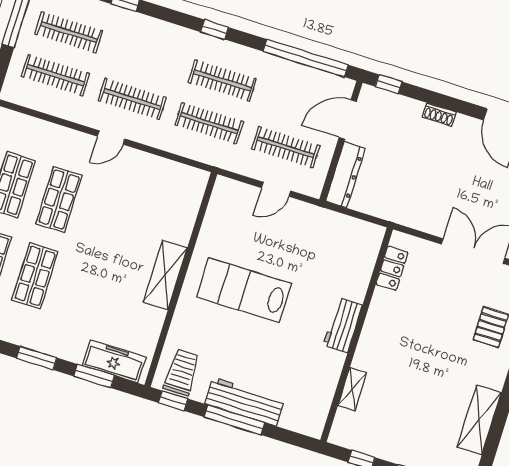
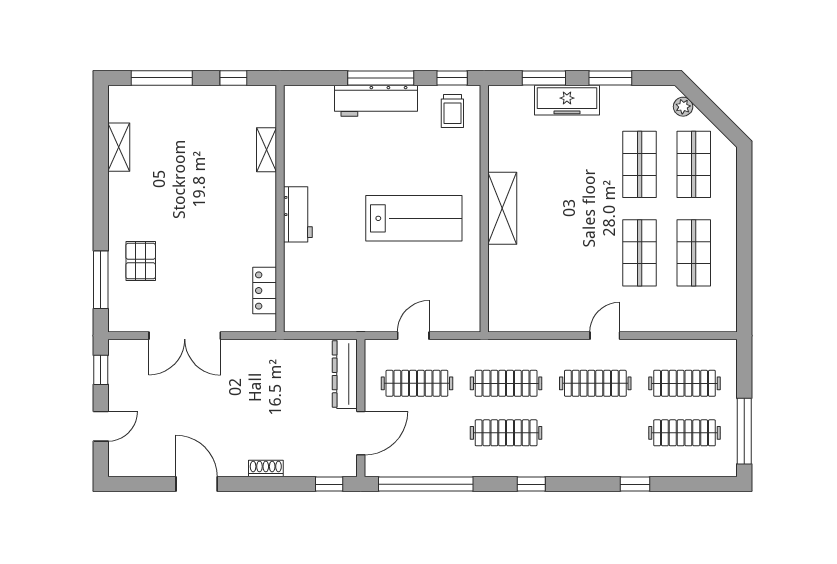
freezer: (114, 361) -> (567, 100), moved
trolley: (182, 372) -> (452, 111), width x0.73, depth x0.72
shelving: (479, 420) -> (119, 147), width x0.67, depth x0.75

